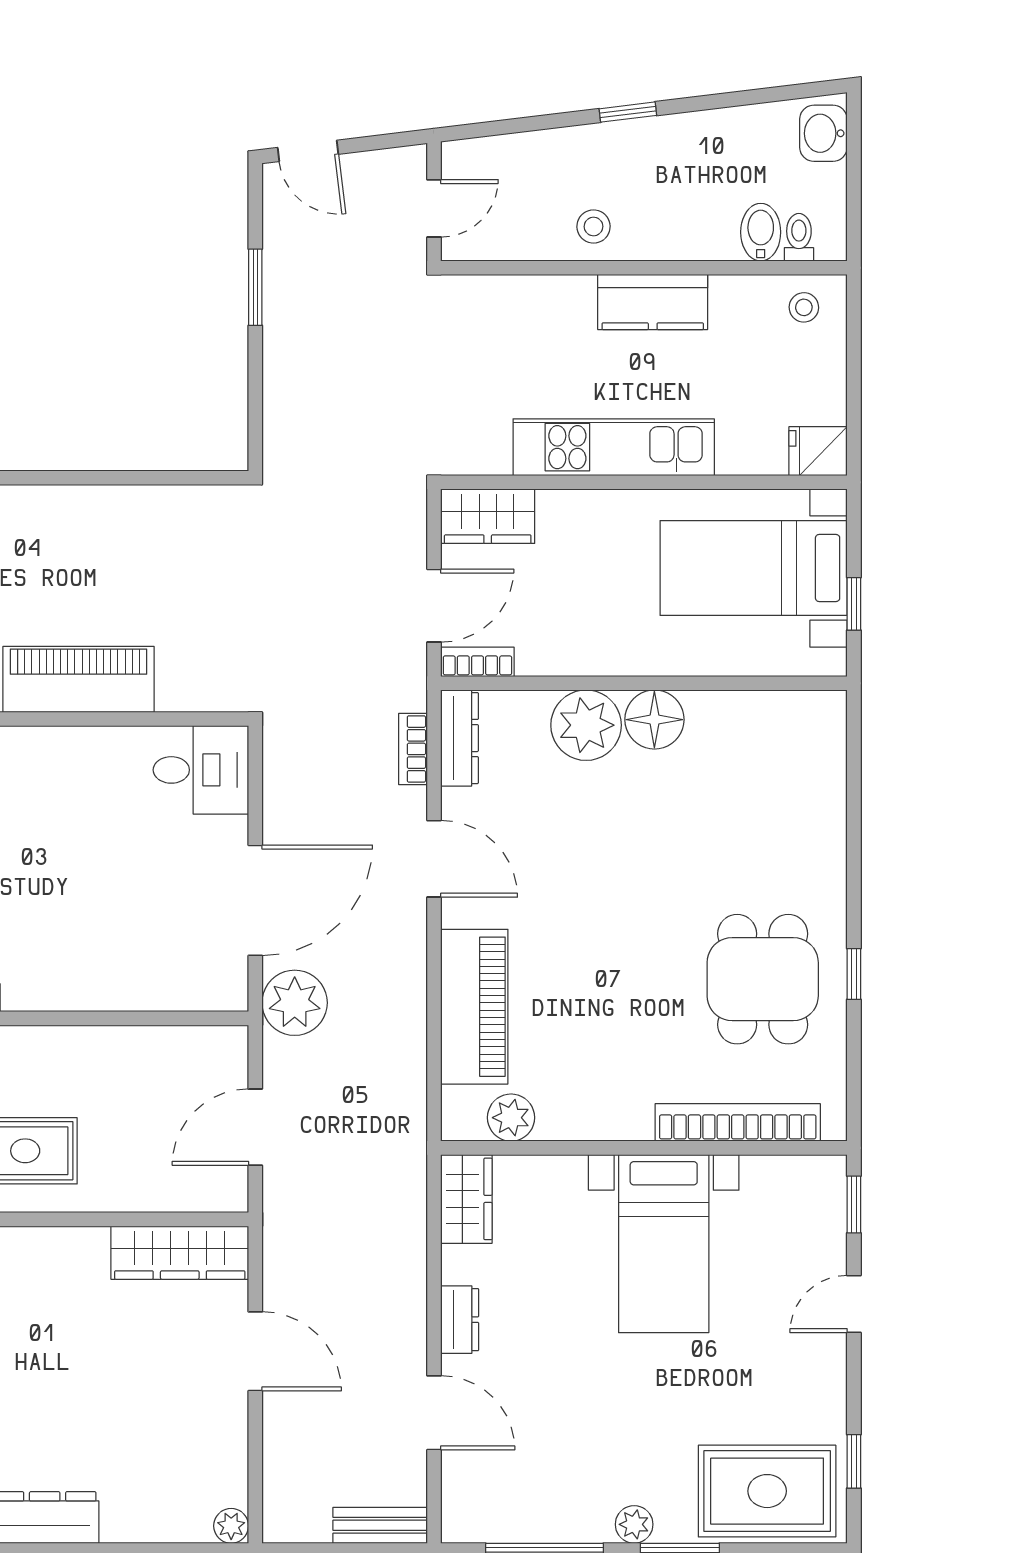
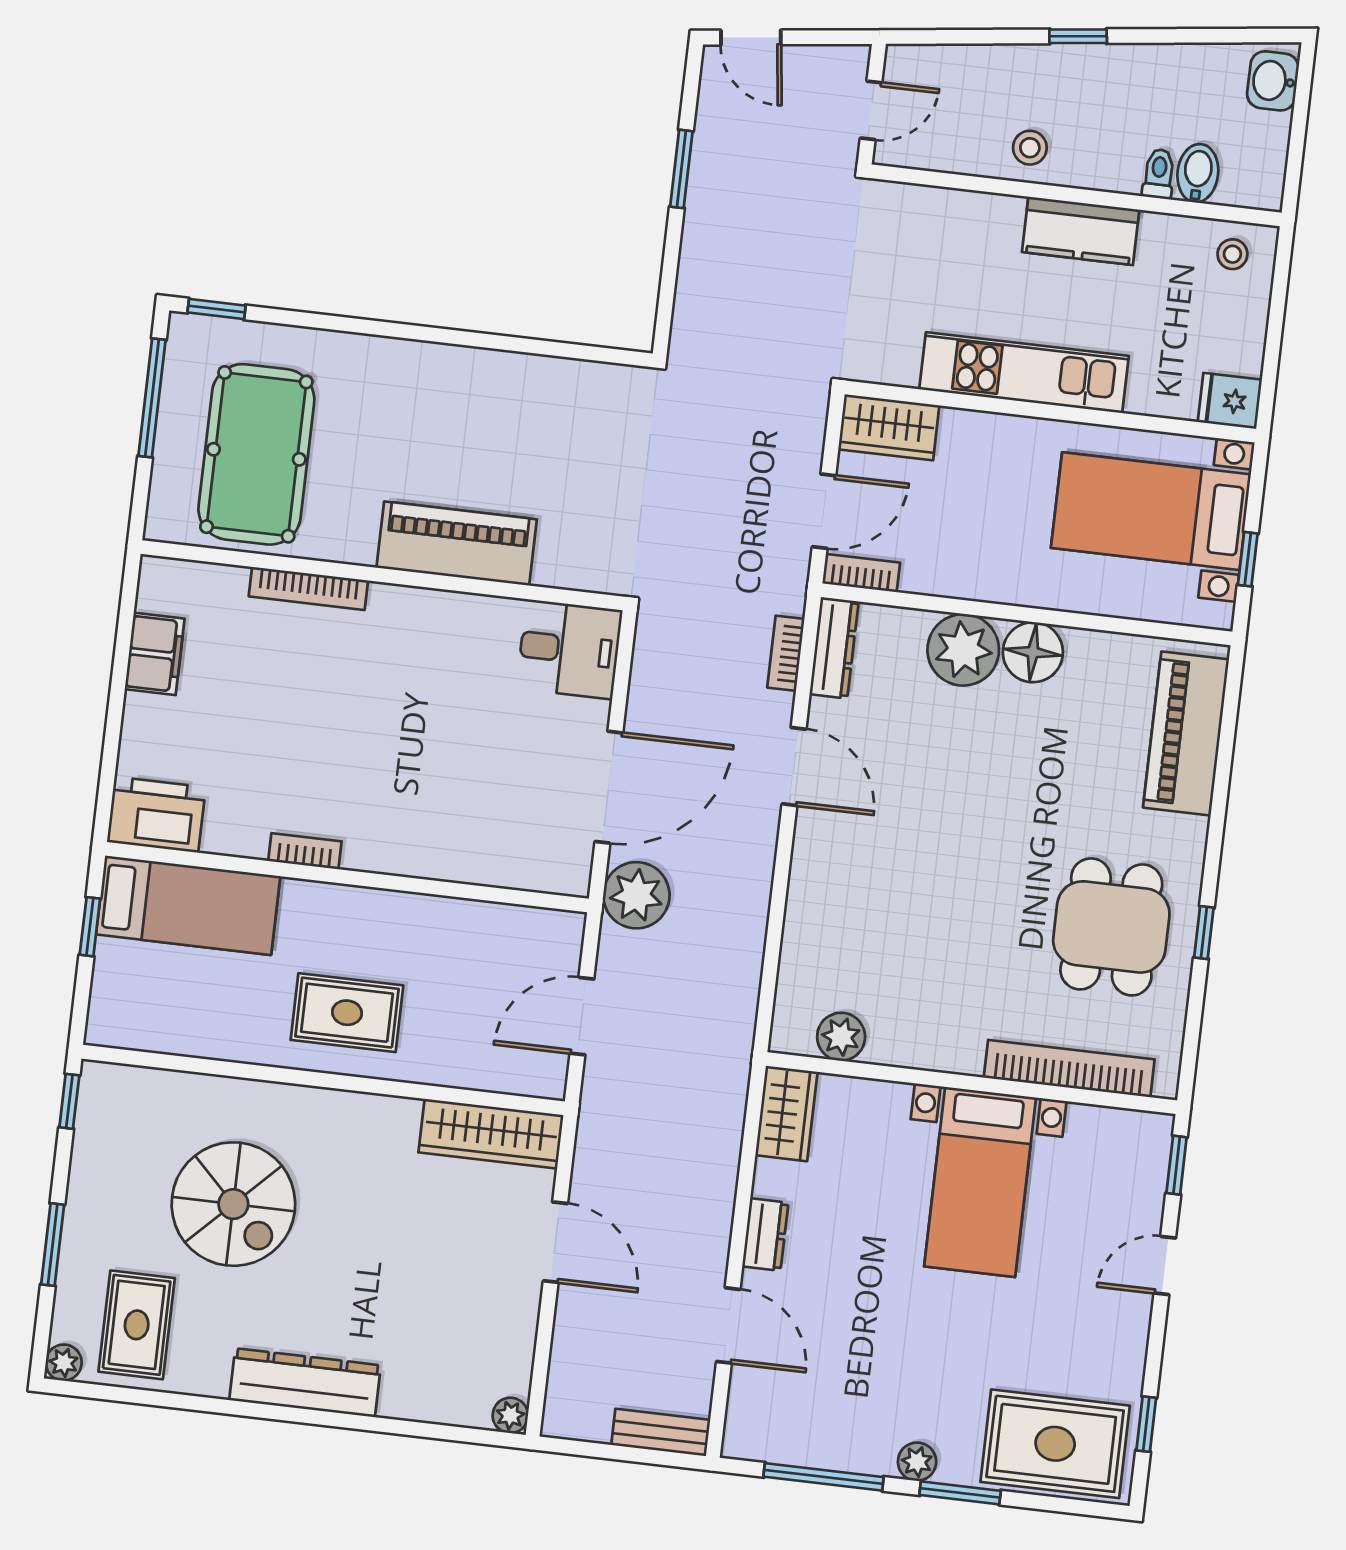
toilet: (799, 237) -> (1159, 174), moved
piano: (474, 1007) -> (1186, 733), moved, turned 180

